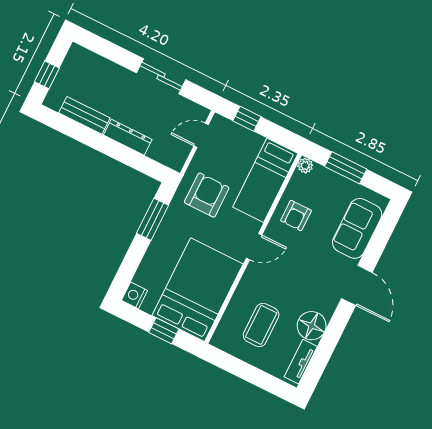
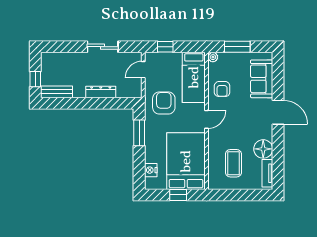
bench: (84, 115) -> (57, 92), moved
nightstand: (135, 295) -> (151, 170), moved

